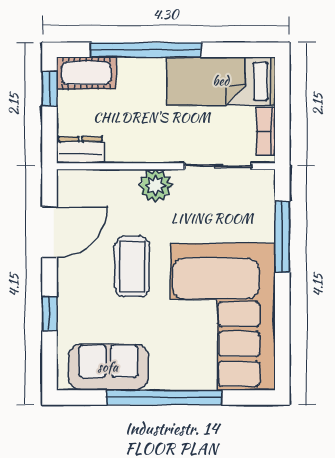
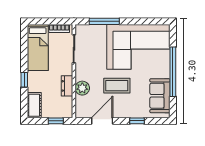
window: (146, 50) -> (24, 80), width x0.32
window: (49, 89) -> (56, 121), moved
dresser: (80, 150) -> (67, 86), moved
plant: (155, 186) -> (82, 88), moved
door: (49, 232) -> (102, 121), hinge flipped

